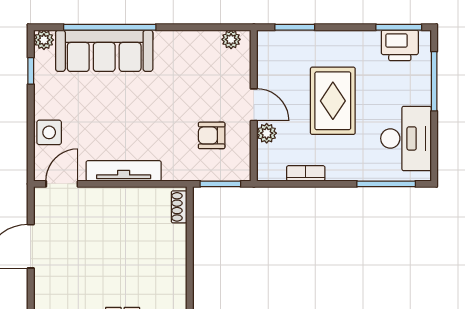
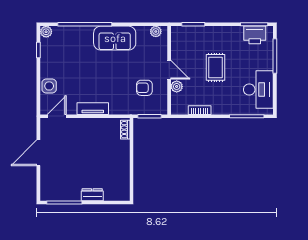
sofa: (104, 51) -> (115, 38), moved, width x0.73
rug: (333, 101) -> (215, 67), width x0.73, depth x0.70
tv unit: (124, 171) -> (93, 109), width x0.71

